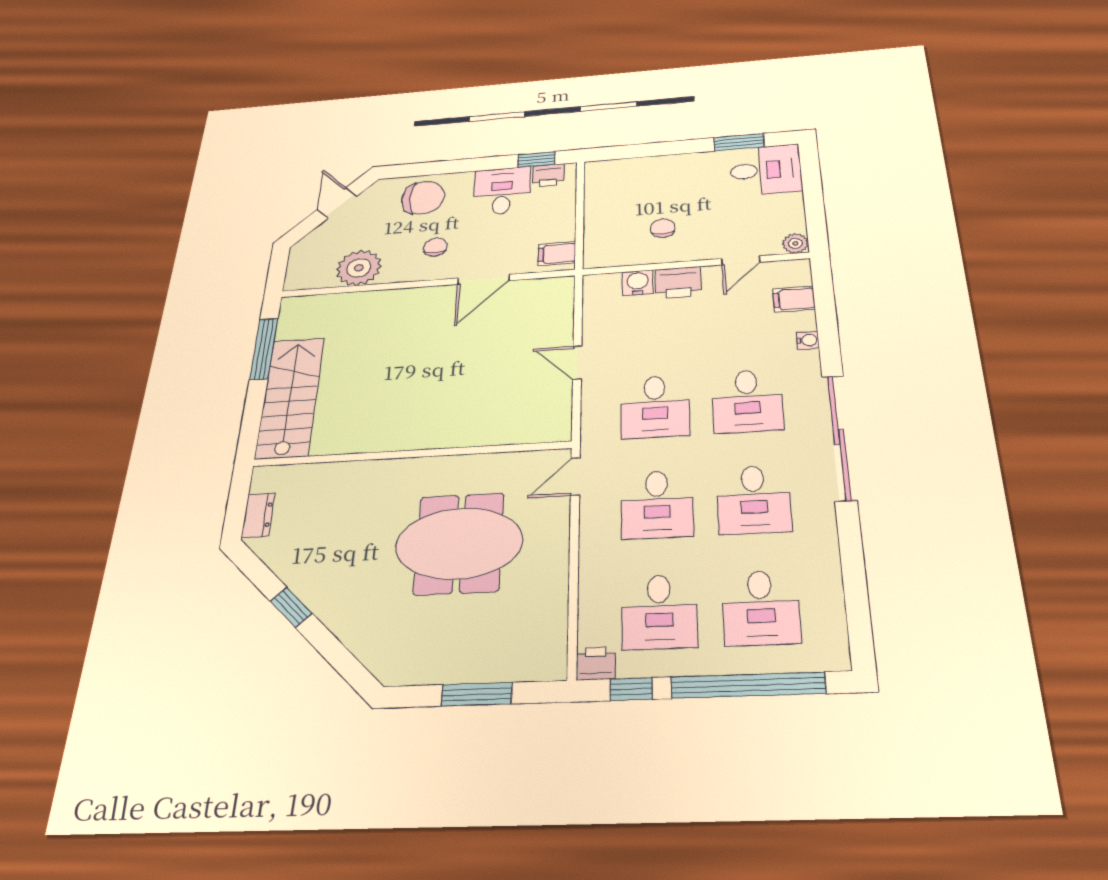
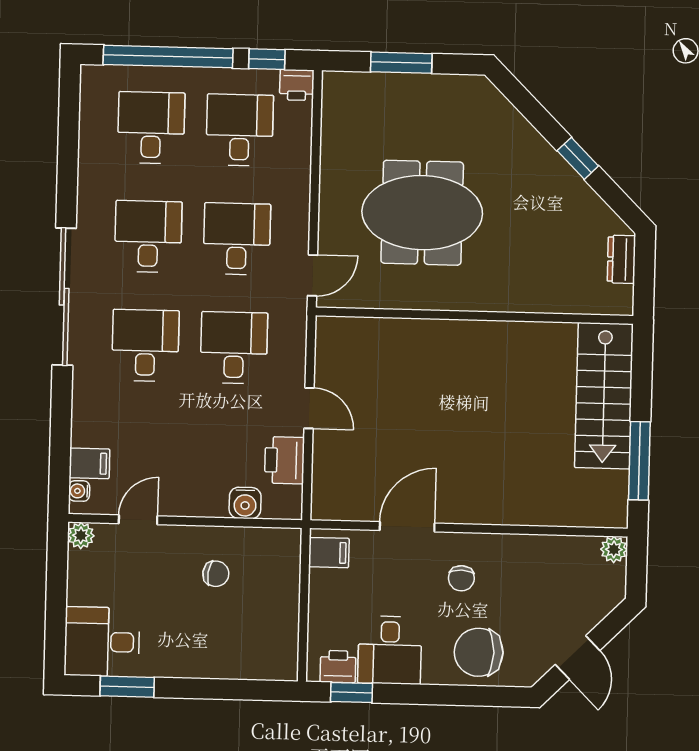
chair: (663, 228) -> (216, 574), turned -82
plant: (359, 268) -> (614, 549), moved, width x0.53, depth x0.53
printer: (678, 283) -> (284, 460), moved, turned -90
water cooler: (808, 340) -> (79, 491), moved

